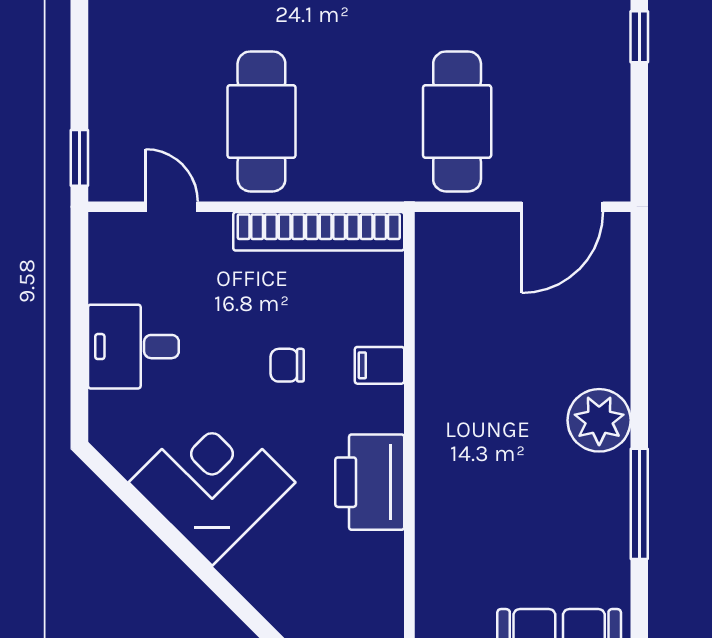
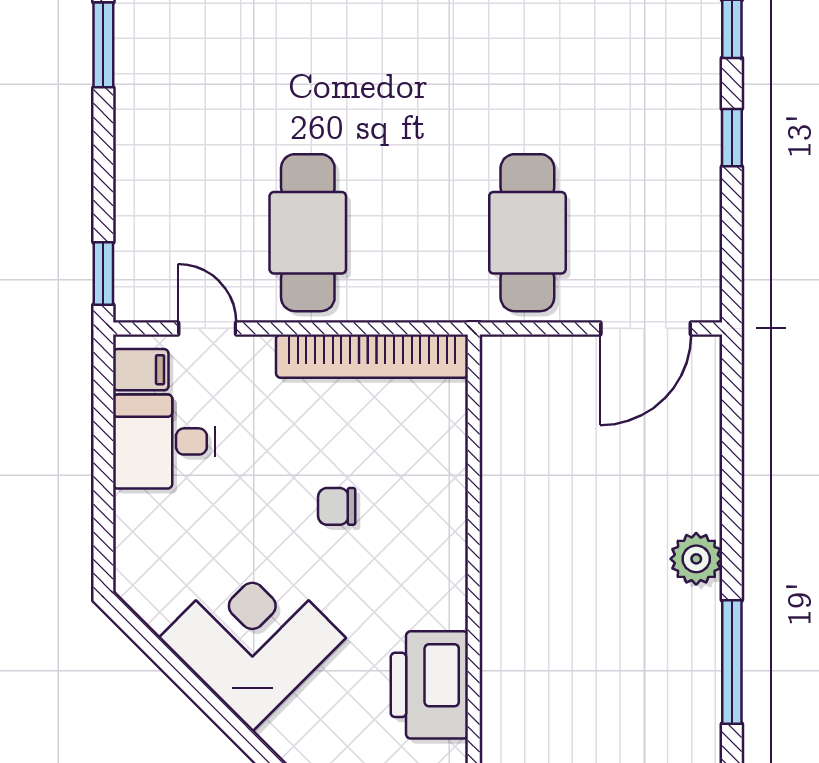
desk: (133, 347) -> (164, 441), moved
filing cabinet: (380, 365) -> (141, 370), moved, turned 180
plant: (599, 420) -> (696, 559), width x0.73, depth x0.73
printer: (370, 482) -> (429, 685), moved

